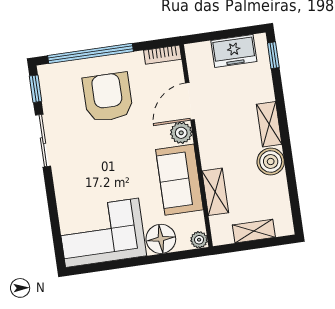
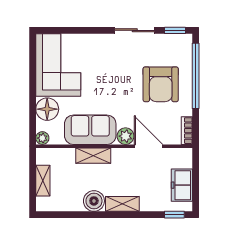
armchair: (108, 97) -> (161, 84), turned 90
shelving: (215, 192) -> (93, 156), moved

